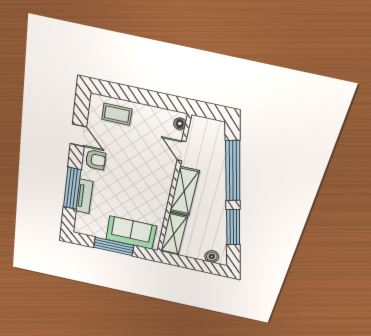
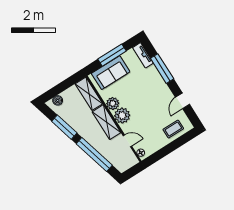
door: (78, 135) -> (182, 101), hinge flipped
armchair: (96, 160) -> (164, 96), removed
plant: (161, 182) -> (122, 115), added
tv unit: (84, 196) -> (143, 55), moved
plant: (159, 203) -> (113, 103), added

